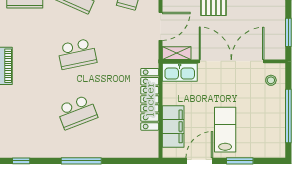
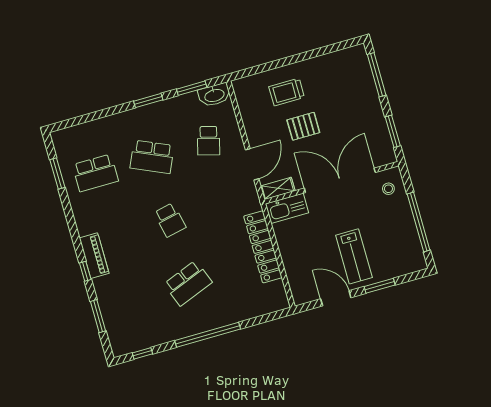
school desk: (77, 54) -> (170, 220), width x0.54
filing cabinet: (173, 126) -> (297, 269), removed
lab bench: (225, 130) -> (354, 256), turned 180
window: (81, 161) -> (208, 335), width x1.46
door: (199, 161) -> (336, 298), hinge flipped

